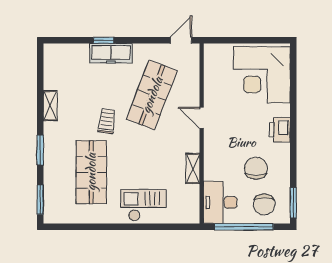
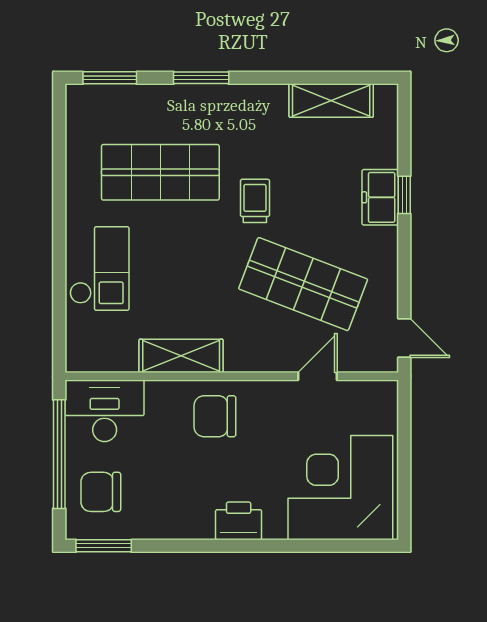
freezer: (111, 53) -> (380, 197), width x0.71
shelving: (50, 106) -> (331, 100), moved, width x1.50, depth x1.33
door: (202, 118) -> (318, 376), moved
trolley: (107, 121) -> (255, 201), turned -98
chair: (256, 168) -> (215, 416), moved, turned 180
shelving: (193, 169) -> (181, 356), width x1.50, depth x1.33

